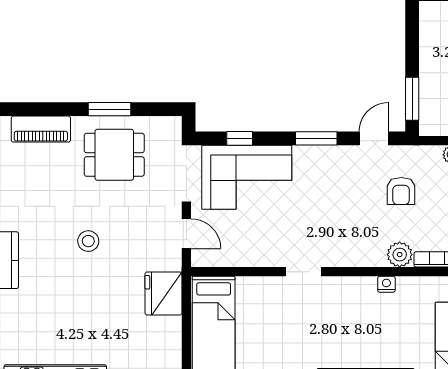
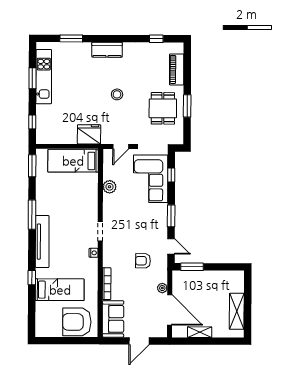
plant: (400, 255) -> (110, 187), moved
doorway: (303, 272) -> (100, 231), moved

